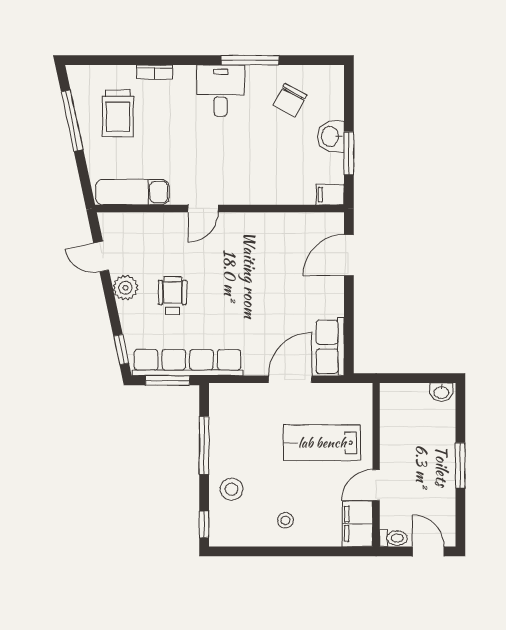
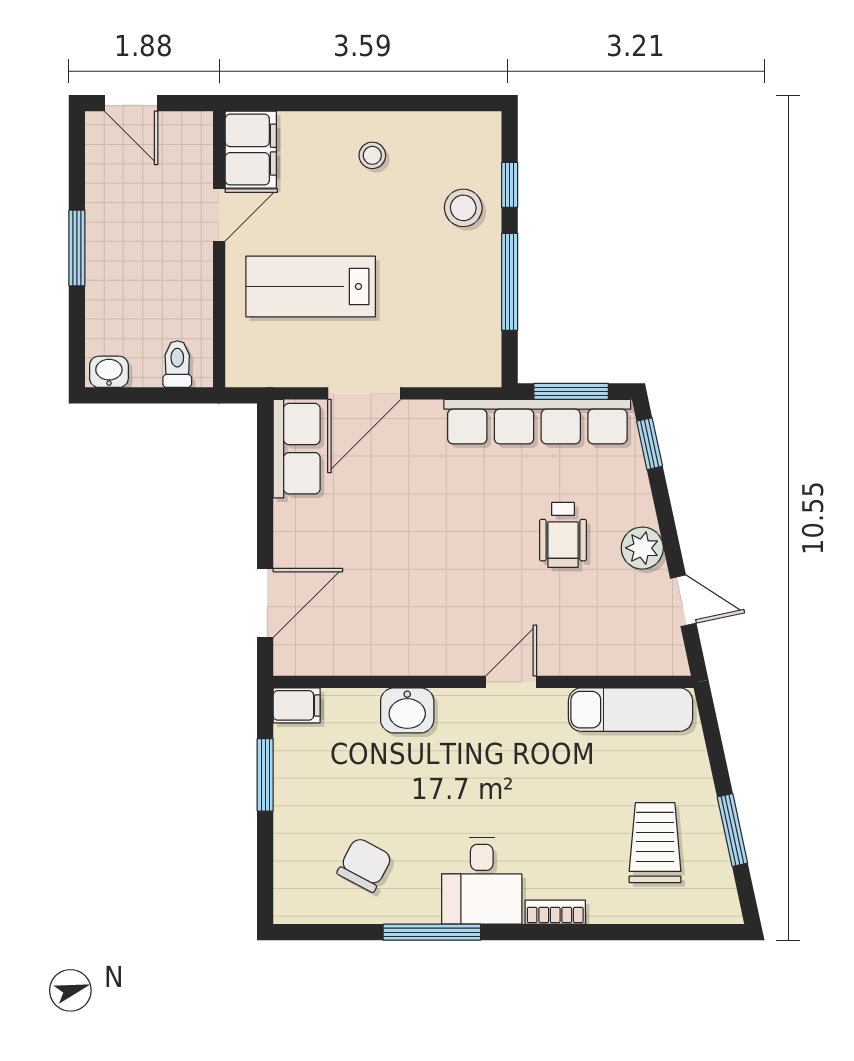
bookcase: (155, 72) -> (555, 912), moved
window: (72, 121) -> (732, 830), width x0.69
washbasin: (331, 136) -> (407, 710), moved, turned 90
lab bench: (322, 443) -> (311, 287), turned 180
window: (204, 525) -> (510, 185), moved
toilet: (393, 538) -> (177, 364), moved, turned 90

